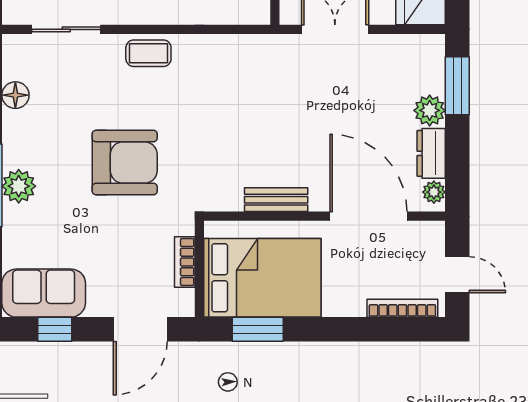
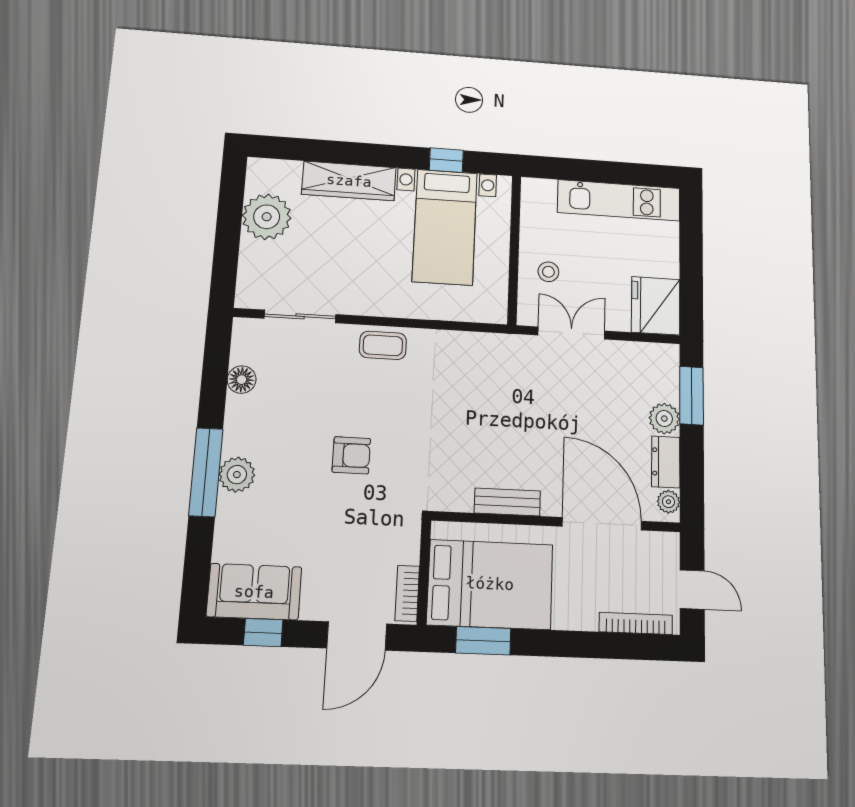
armchair: (125, 163) -> (351, 455), width x0.53, depth x0.53
bookcase: (185, 262) -> (407, 593), moved

